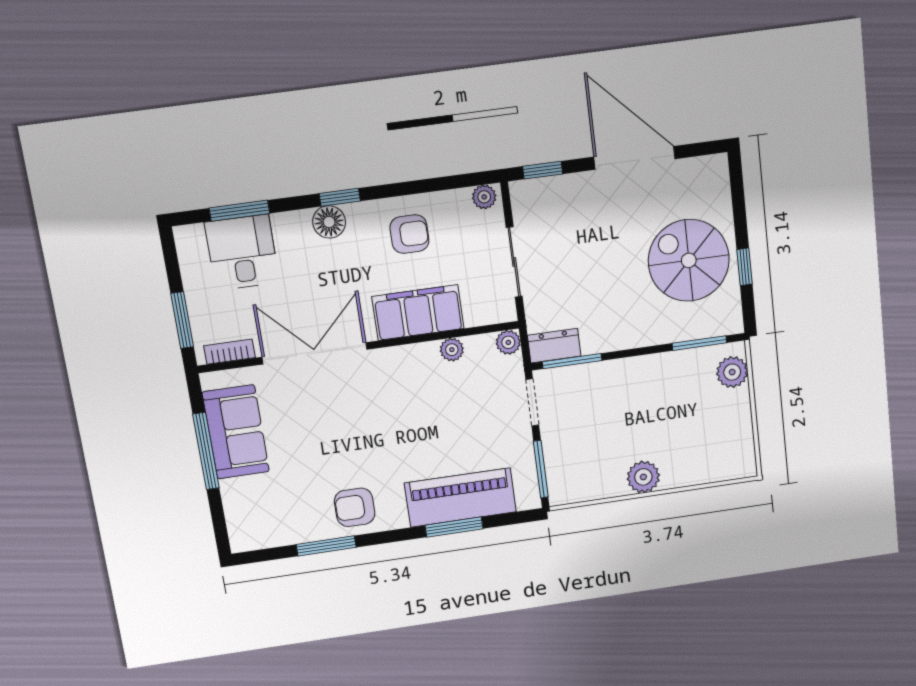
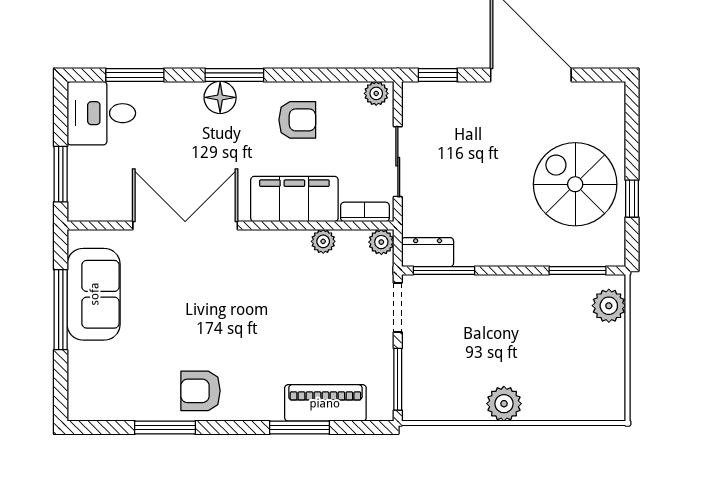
window: (340, 197) -> (234, 75), width x1.50
desk: (242, 252) -> (101, 113), moved, turned -90
bookcase: (230, 352) -> (365, 212), moved
piano: (460, 497) -> (325, 403), width x0.73, depth x0.75

